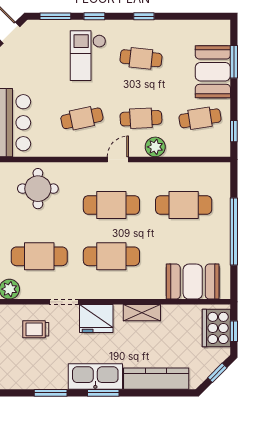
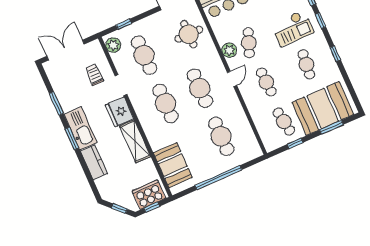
checkout: (88, 56) -> (292, 28), turned 180
booth: (213, 72) -> (323, 108), width x1.36, depth x1.42
cafe table: (82, 118) -> (249, 43), turned 33
window: (234, 131) -> (295, 143), moved
plant: (155, 147) -> (229, 50), moved
door: (118, 159) -> (232, 79), hinge flipped
shelving: (142, 313) -> (135, 141), width x1.50, depth x1.33
kitchen counter: (156, 379) -> (94, 162), width x0.67

